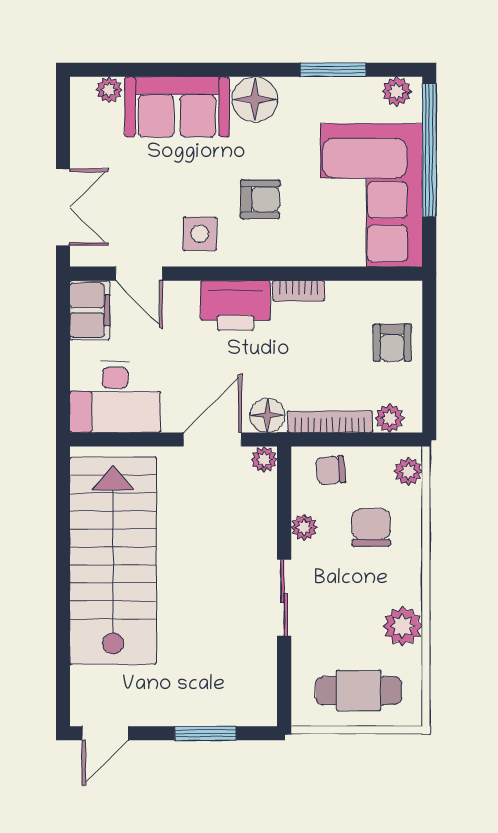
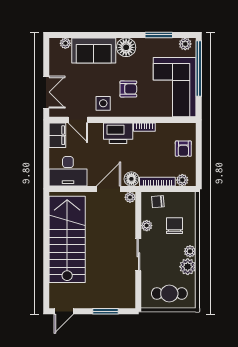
plant: (408, 471) -> (190, 251), moved

